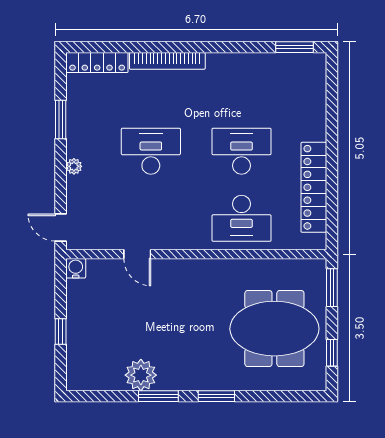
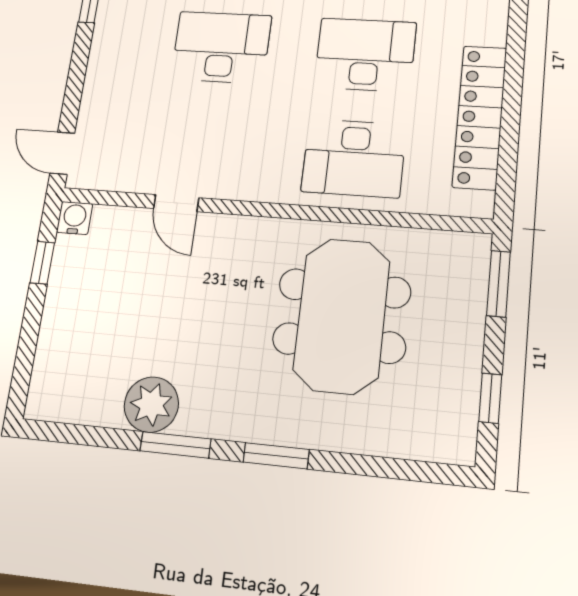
plant: (74, 166) -> (99, 63), removed
meeting table: (274, 329) -> (342, 316), moved, turned 90
window: (61, 332) -> (42, 263), moved

